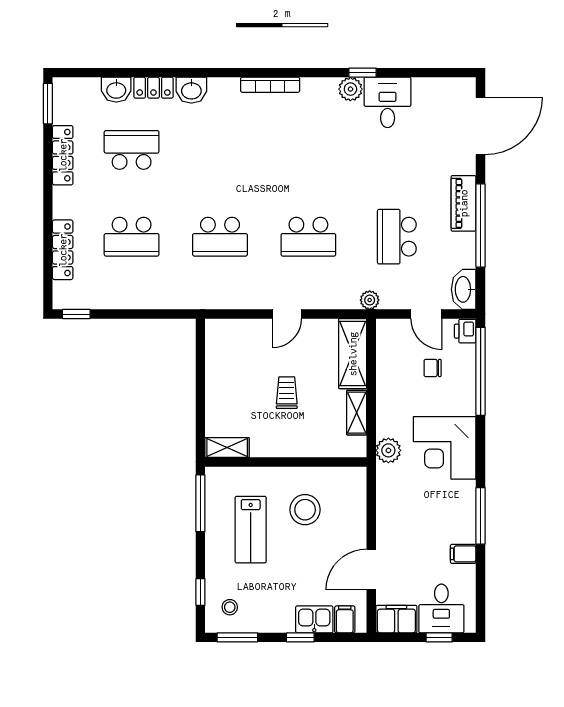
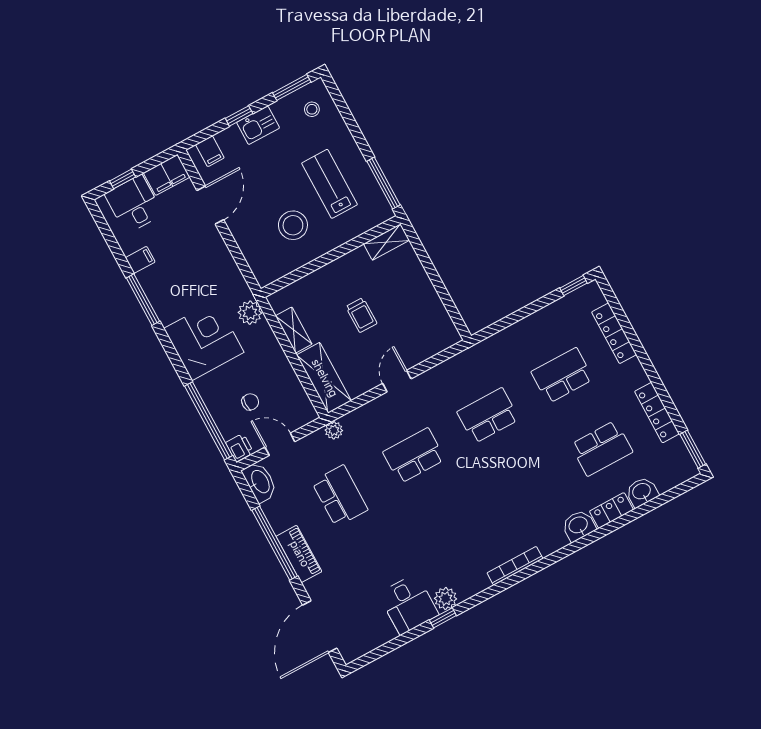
window: (200, 592) -> (343, 109), removed
kitchen sink: (314, 619) -> (258, 125), moved

